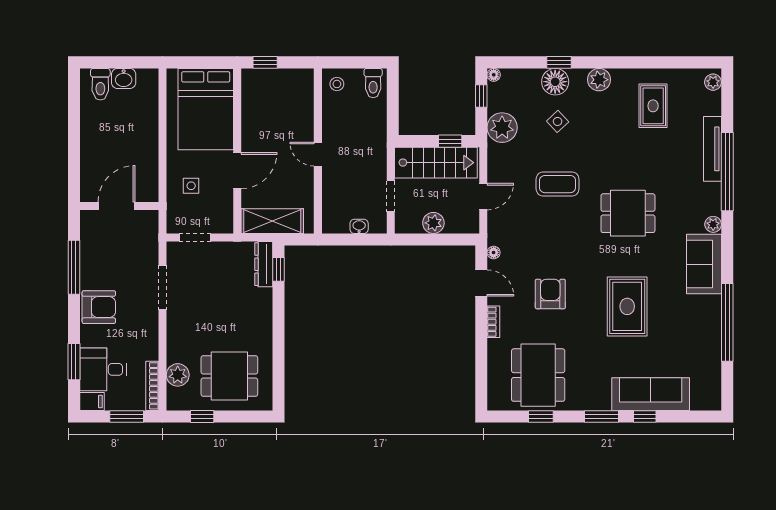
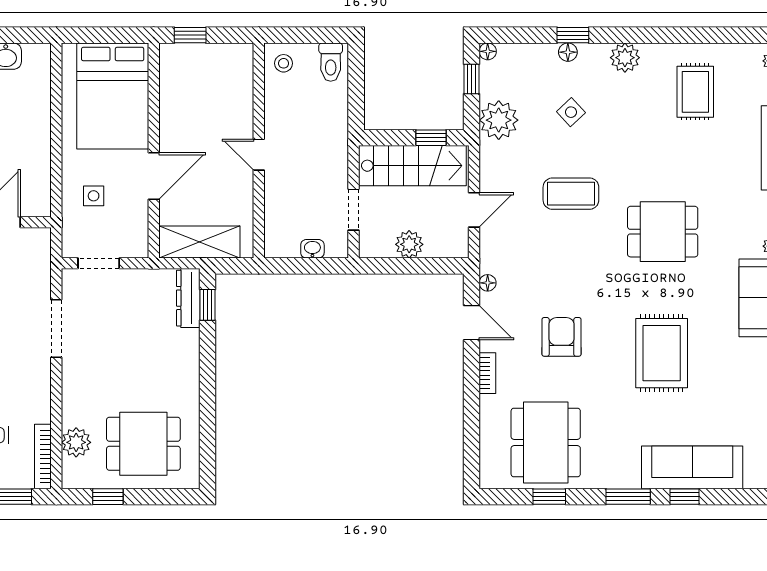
floor lamp: (555, 82) -> (568, 52), width x0.53, depth x0.53

